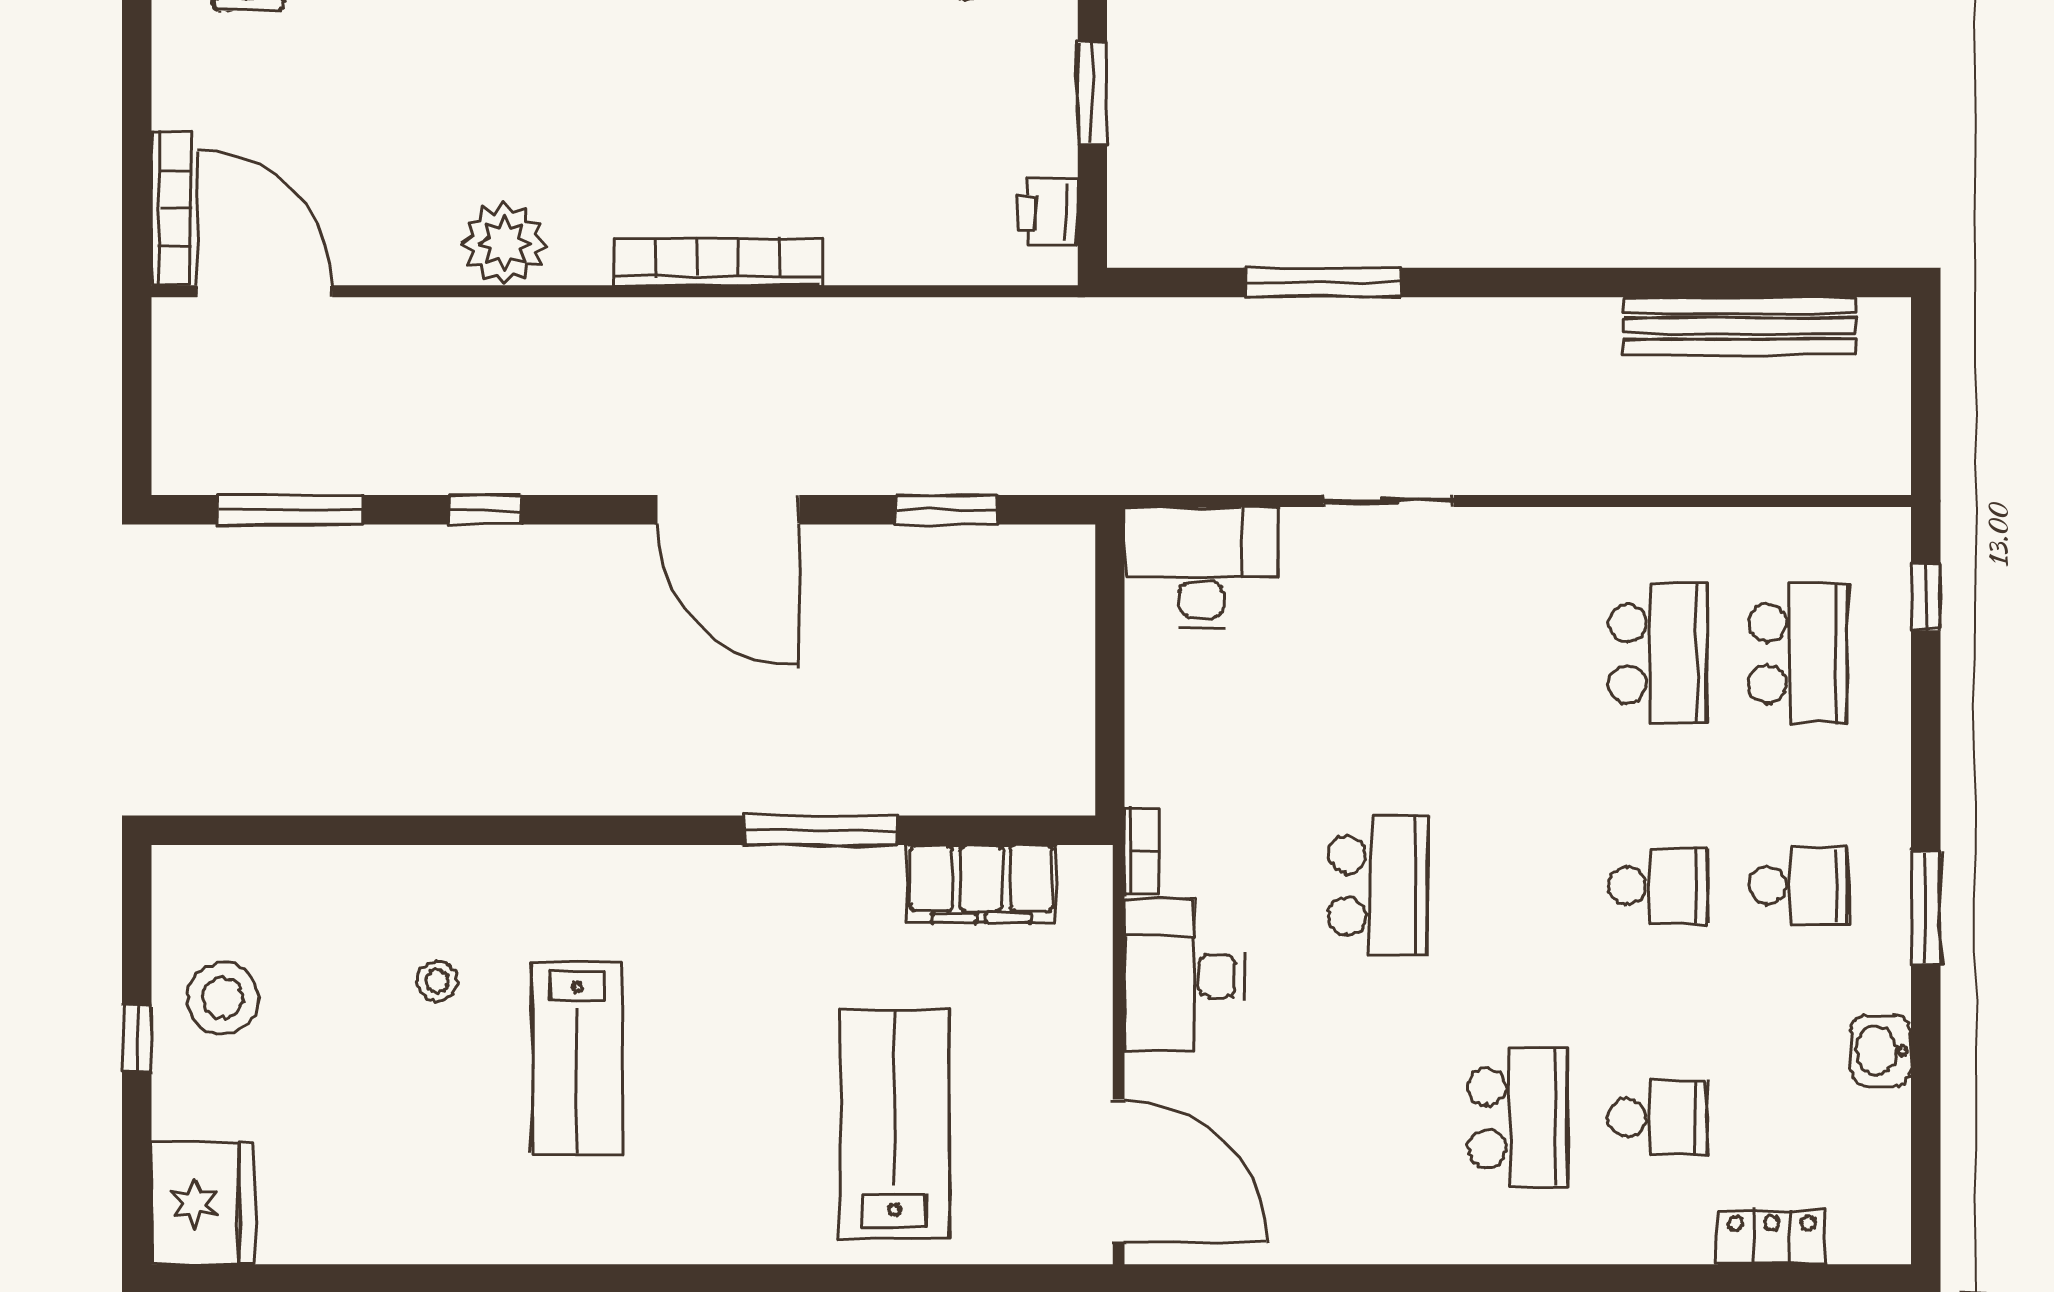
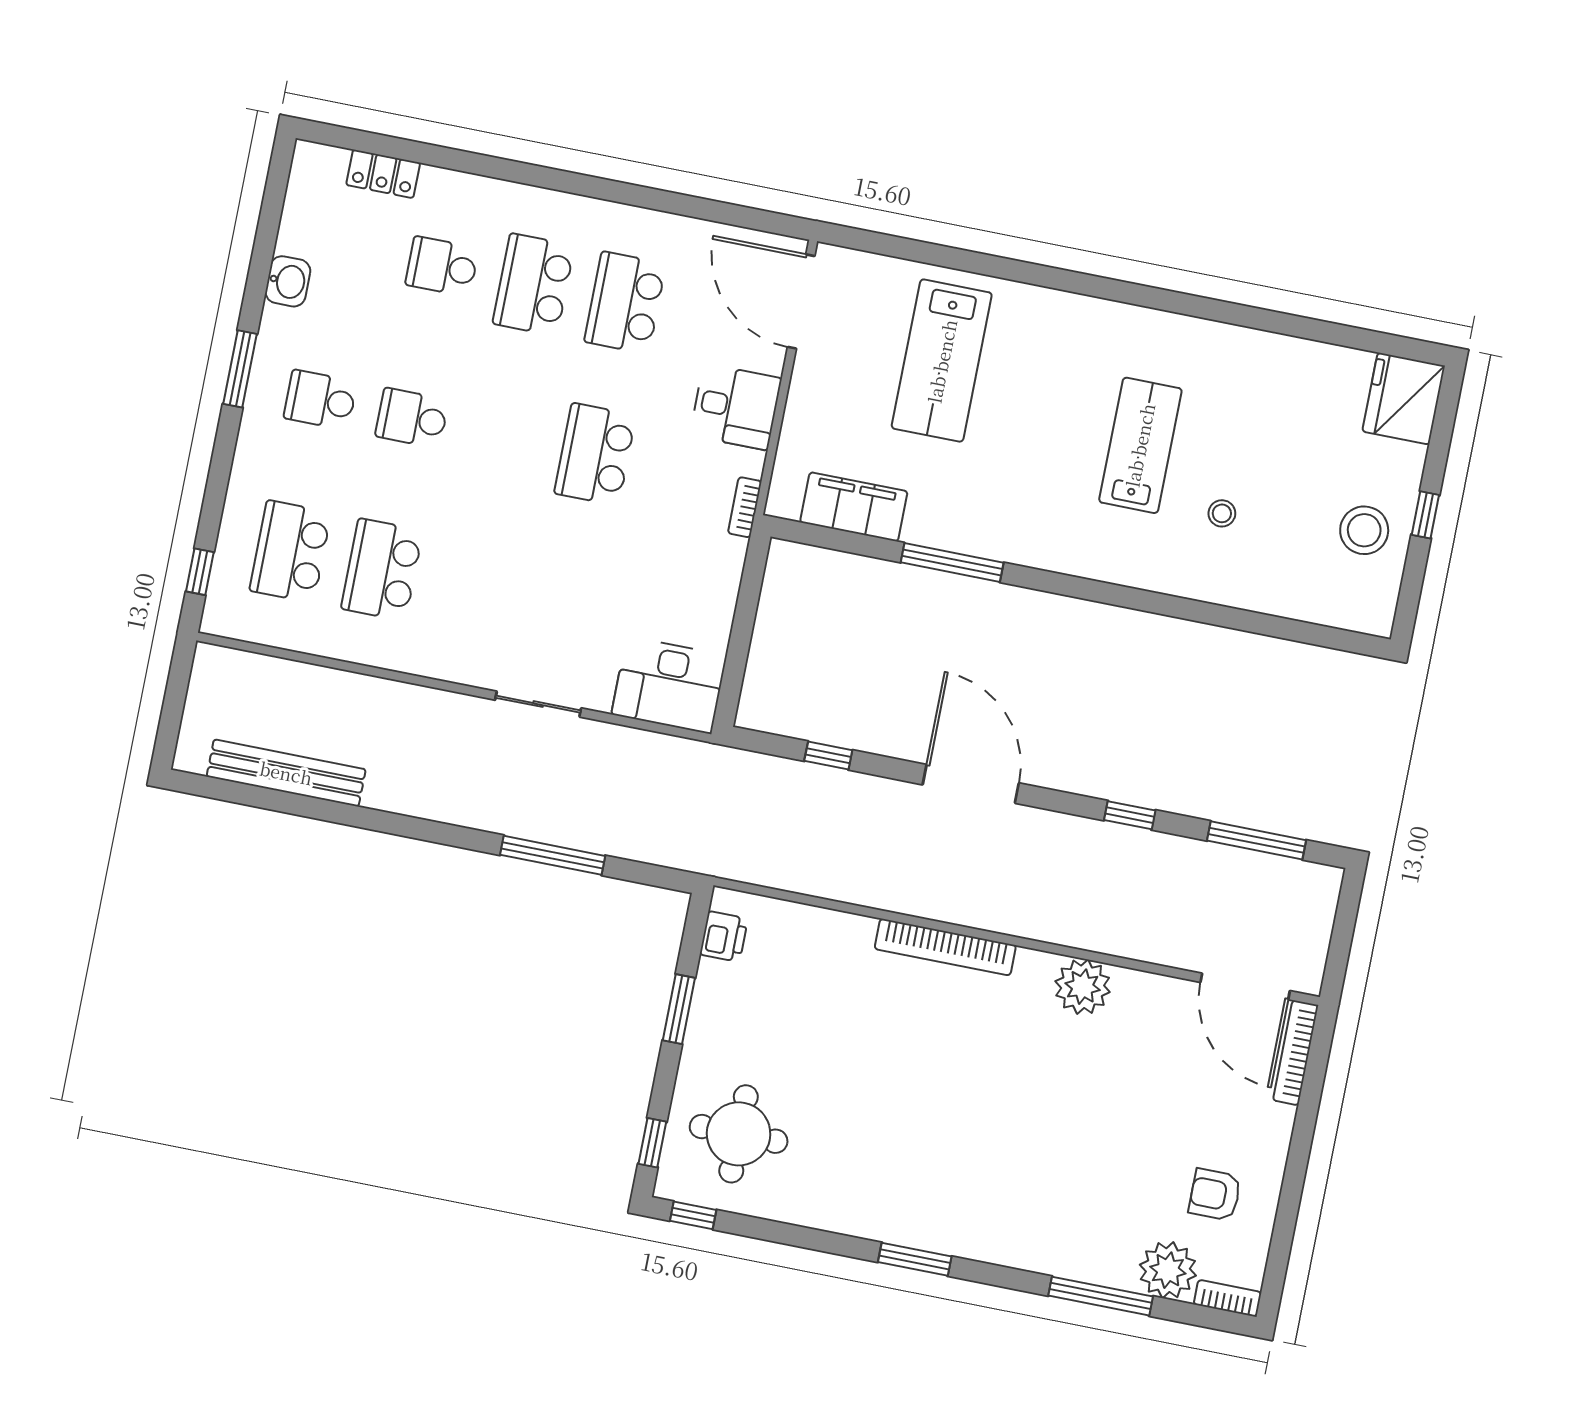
window: (946, 510) -> (828, 756), width x0.67
desk: (1184, 976) -> (736, 407), width x0.73
school desk: (1378, 1118) -> (625, 303), added

